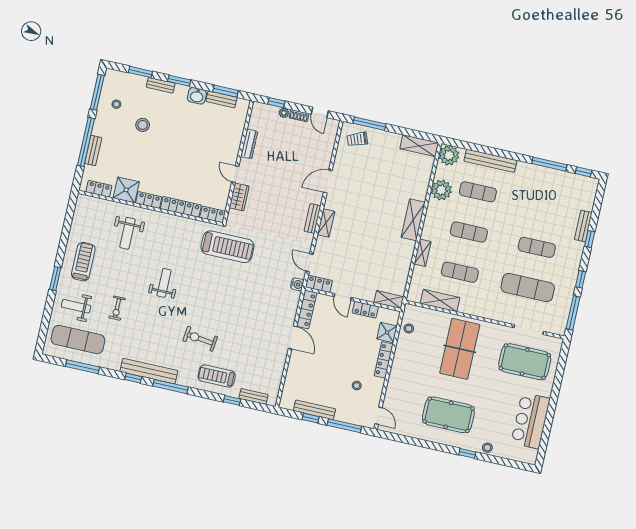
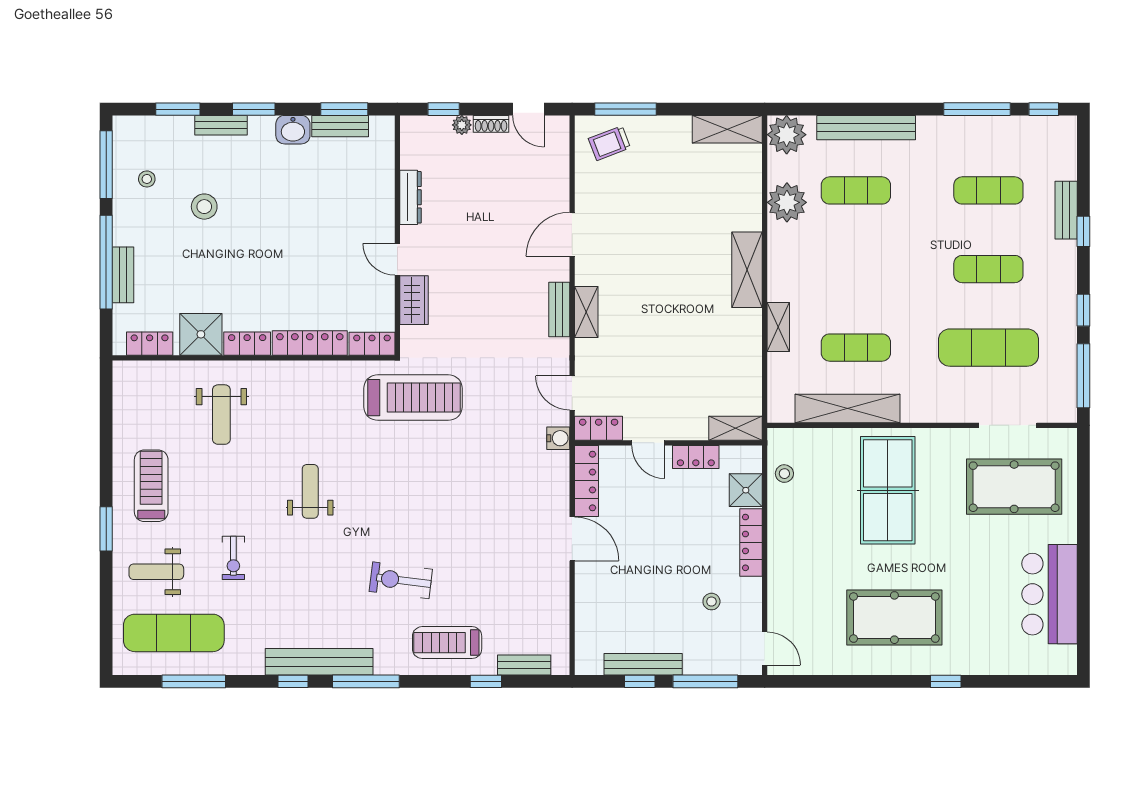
exercise mat: (469, 232) -> (988, 190), moved
shelving: (440, 301) -> (848, 408), width x1.47
stool: (487, 448) -> (981, 662), removed

